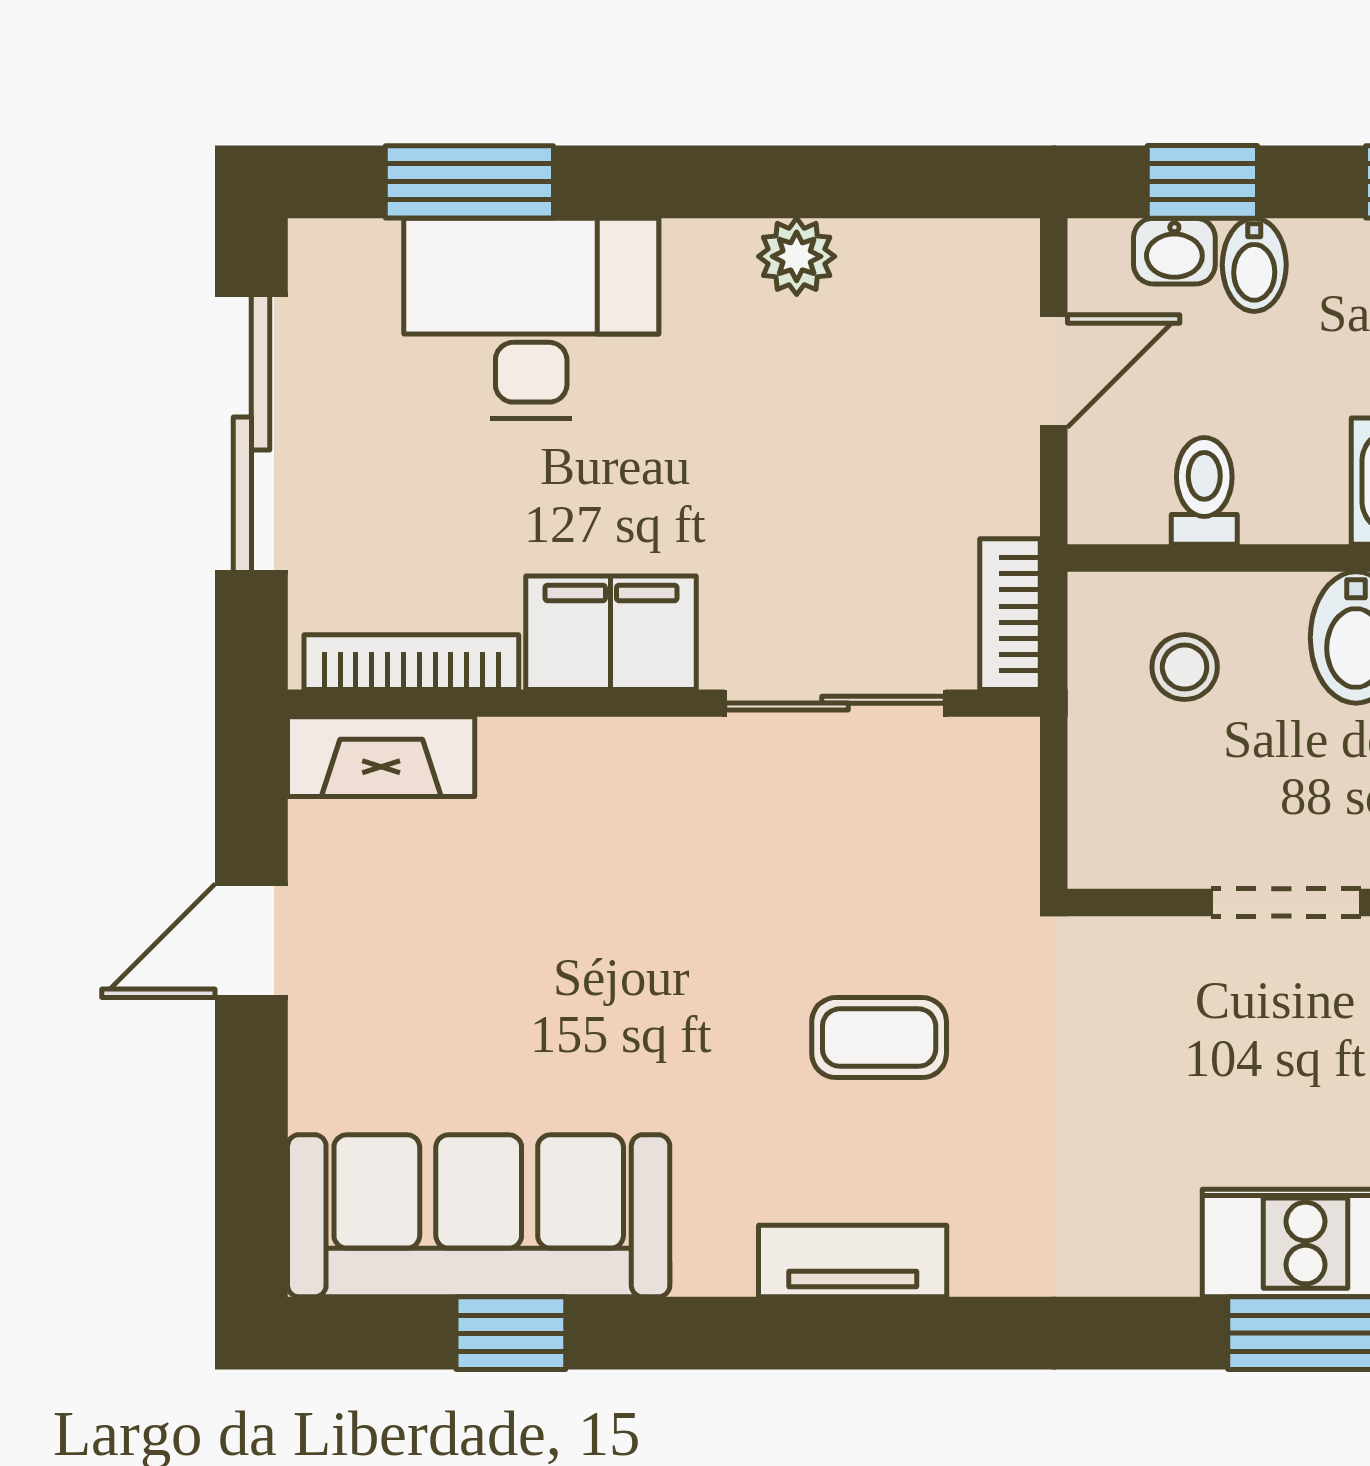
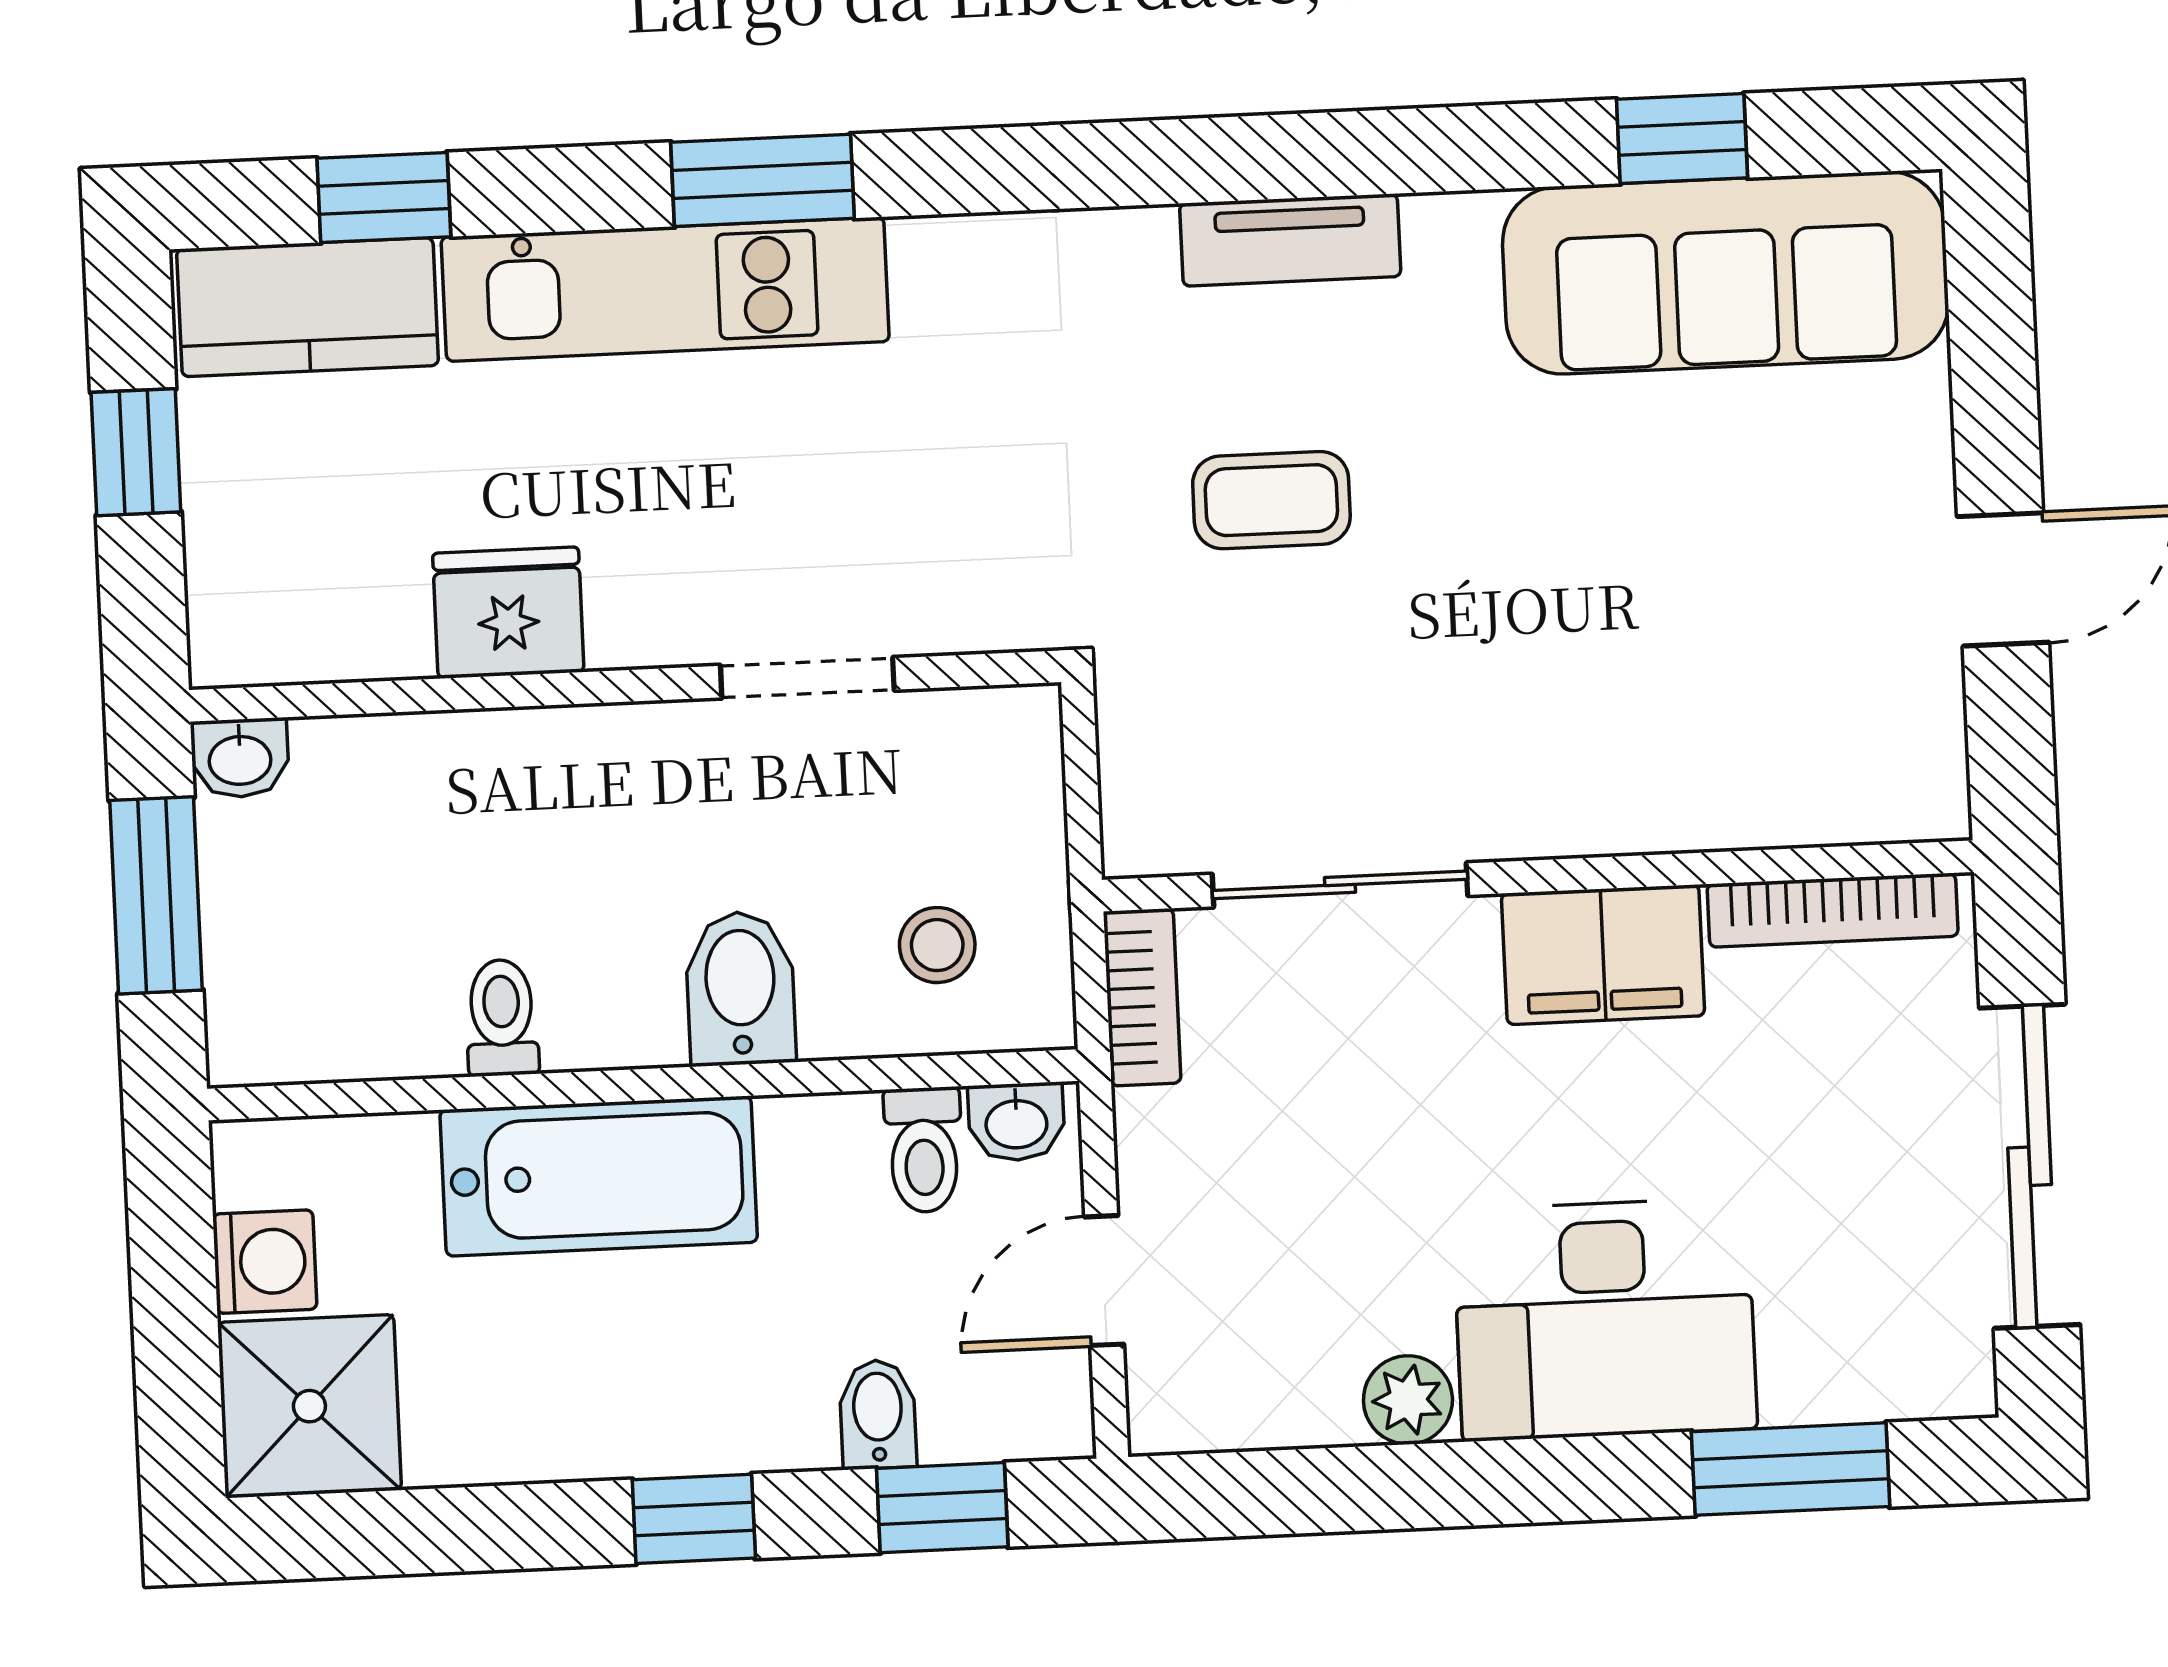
washbasin: (1174, 251) -> (1016, 1122), moved, turned 180
desk: (531, 318) -> (1605, 1319), moved
fireplace: (381, 757) -> (1862, 799), removed

